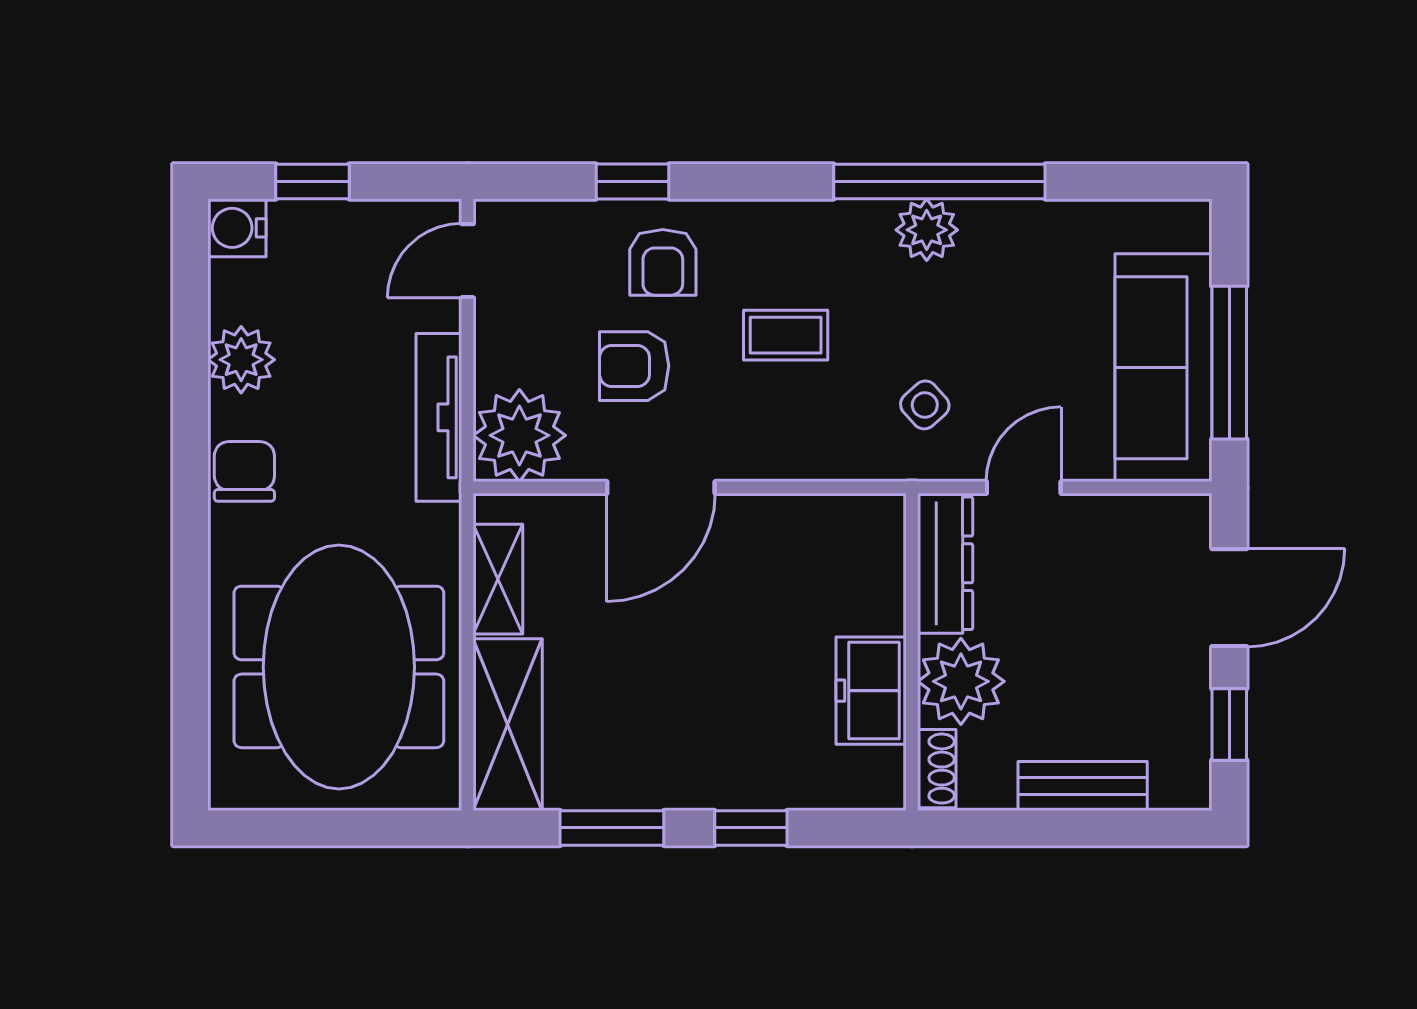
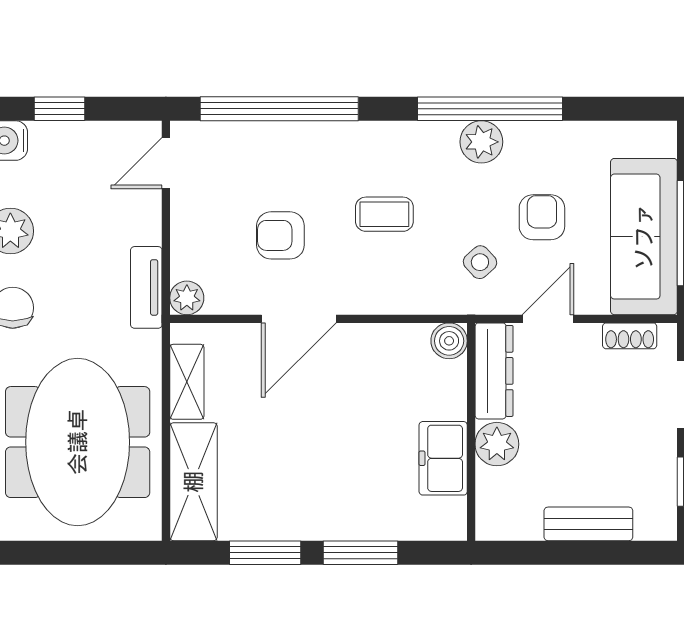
window: (632, 182) -> (279, 109), width x3.17
armchair: (663, 262) -> (542, 217), moved, turned 180
tv unit: (439, 417) -> (146, 287), width x0.71
plant: (519, 435) -> (187, 298), width x0.53, depth x0.53
boiler: (880, 520) -> (449, 341), added
plant: (961, 681) -> (497, 444), width x0.73, depth x0.73
shoe rack: (937, 769) -> (630, 336), moved, turned 90
window: (751, 828) -> (361, 553), width x1.50

